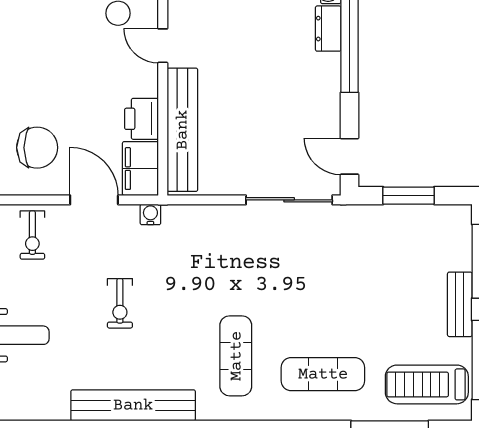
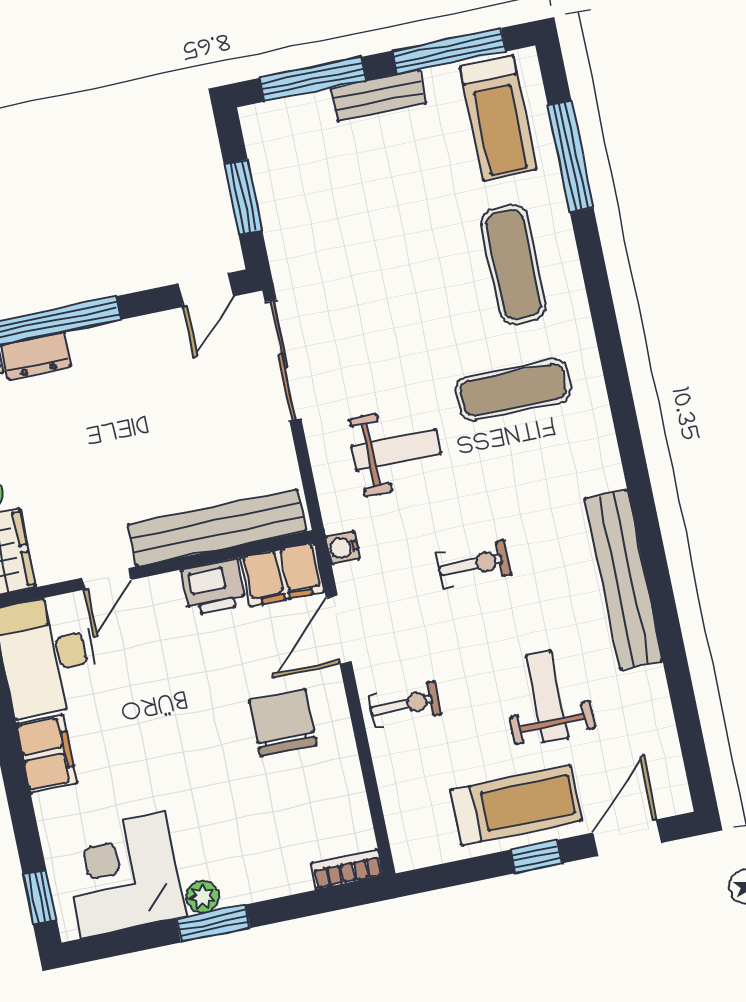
weight bench: (211, 266) -> (396, 450), added
bench: (133, 405) -> (624, 579), moved

